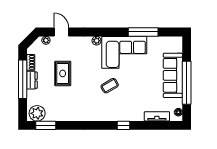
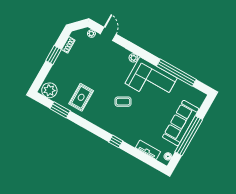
window: (143, 32) -> (176, 73), width x1.46
rug: (63, 73) -> (81, 97), moved
window: (23, 79) -> (54, 55), width x0.47
dresser: (32, 80) -> (61, 60), removed
window: (46, 125) -> (60, 110), moved

